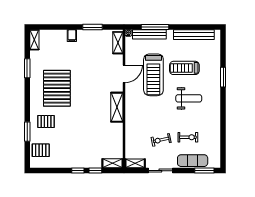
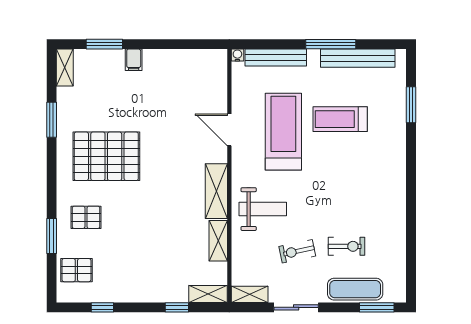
window: (93, 27) -> (104, 44), moved
window: (155, 27) -> (331, 44), moved
shelving: (118, 43) -> (218, 241), moved
door: (124, 74) -> (229, 130), swing flipped
treadmill: (153, 75) -> (283, 132), turned 180
window: (223, 77) -> (411, 105), moved
pallet: (57, 88) -> (106, 156), turned 90
weight bench: (189, 98) -> (263, 209), moved
window: (78, 171) -> (102, 307), moved

